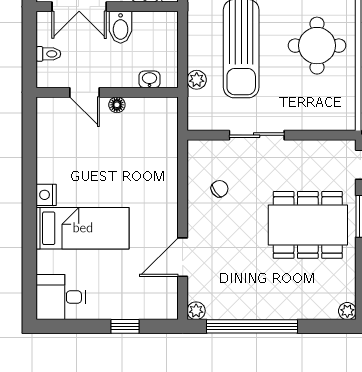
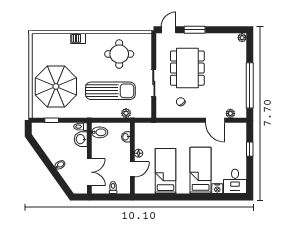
bidet: (121, 27) -> (100, 132), moved
round table: (317, 46) -> (119, 54), moved
bed: (81, 158) -> (165, 171), added
nightstand: (46, 195) -> (217, 189), moved
dining table: (308, 225) -> (187, 68), moved
plant: (196, 311) -> (230, 113), moved

